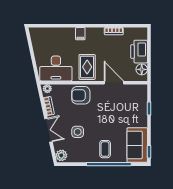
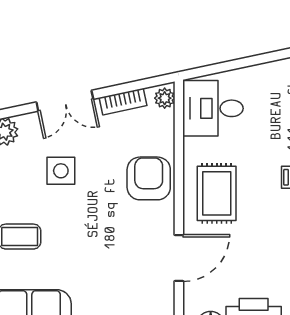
rug: (87, 67) -> (217, 193), turned 90
desk: (56, 68) -> (213, 108), width x0.73

